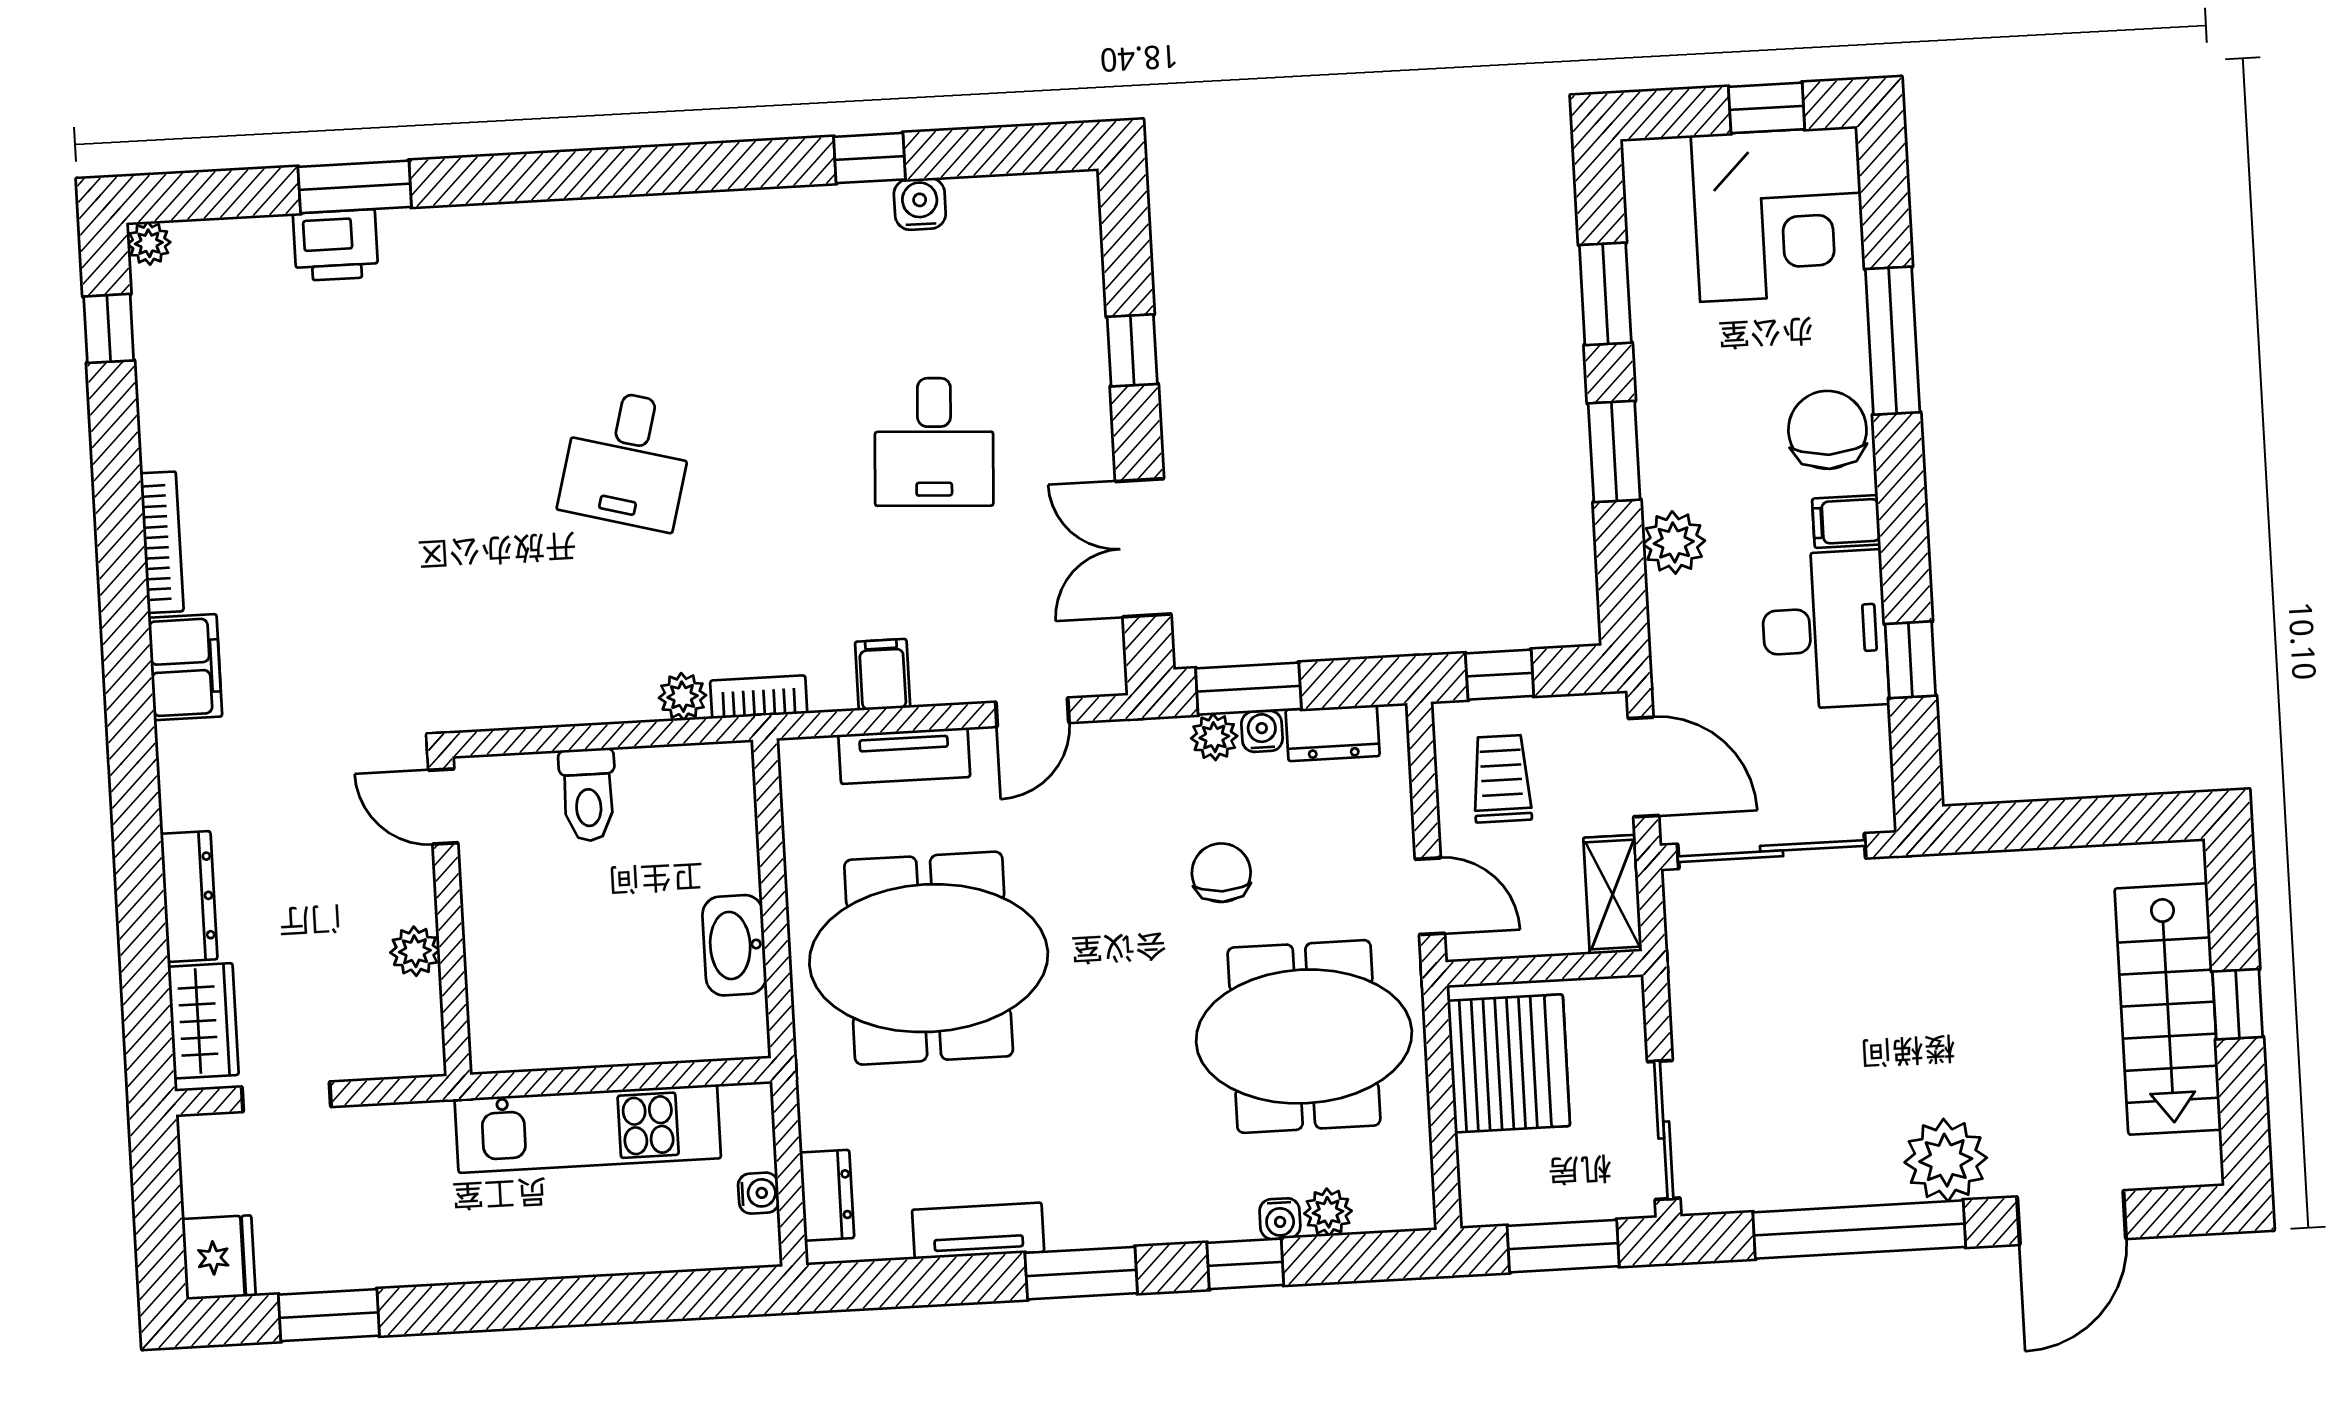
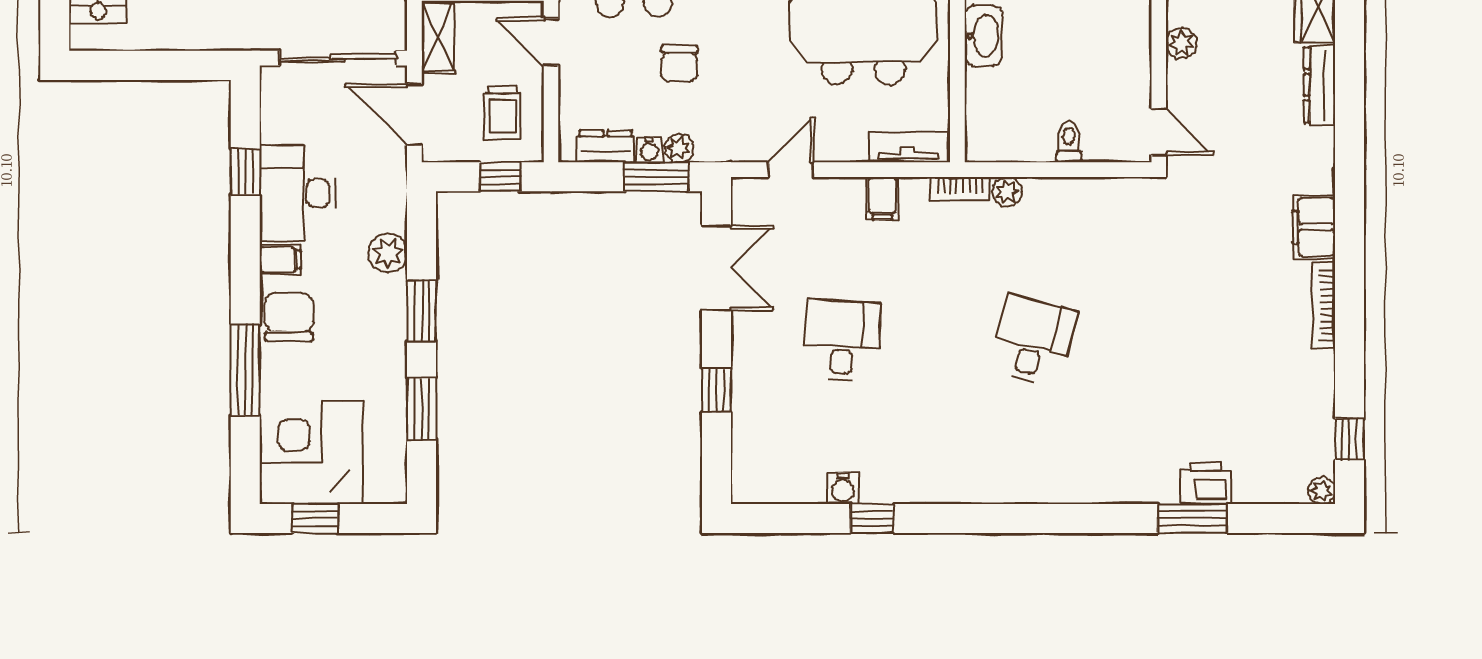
chair: (1827, 430) -> (289, 317), turned 180
tv unit: (904, 756) -> (908, 147), moved
toilet: (588, 795) -> (1069, 142), width x0.73, depth x0.72

